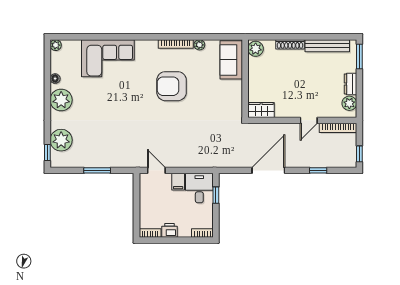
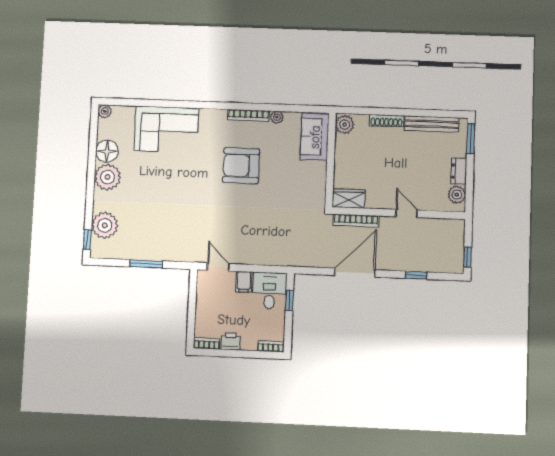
floor lamp: (55, 79) -> (107, 151), width x1.89, depth x1.89
door: (309, 120) -> (406, 213), swing flipped
bookcase: (338, 128) -> (356, 221), moved

